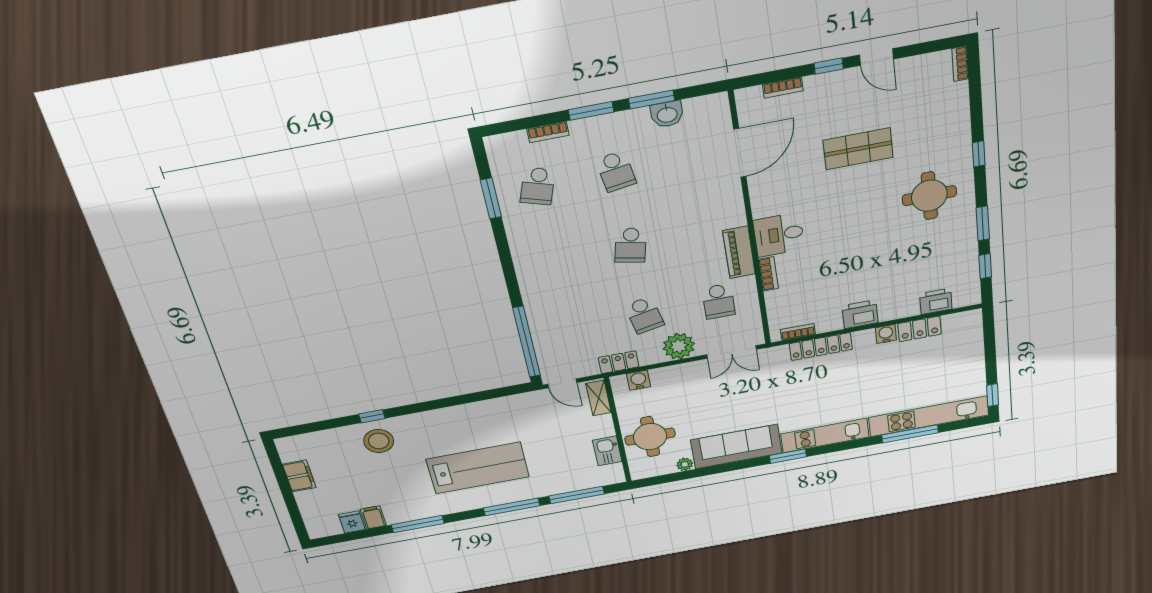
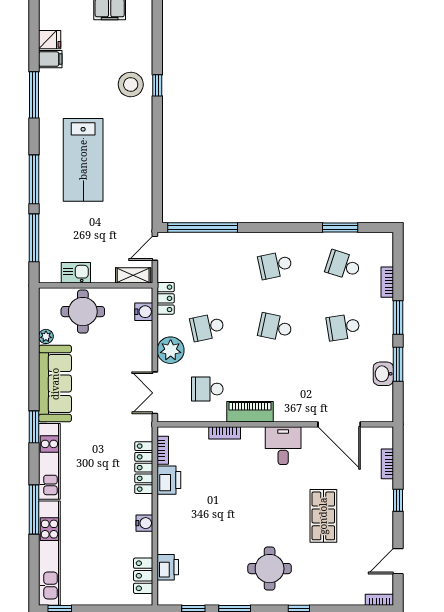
door: (876, 57) -> (398, 561), moved
desk: (779, 235) -> (283, 446), moved
school desk: (554, 259) -> (275, 265), added
printer: (860, 314) -> (169, 480), moved
locker: (920, 329) -> (143, 576), moved
window: (910, 434) -> (34, 509), moved

